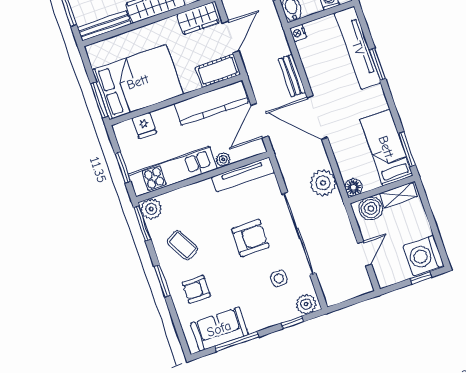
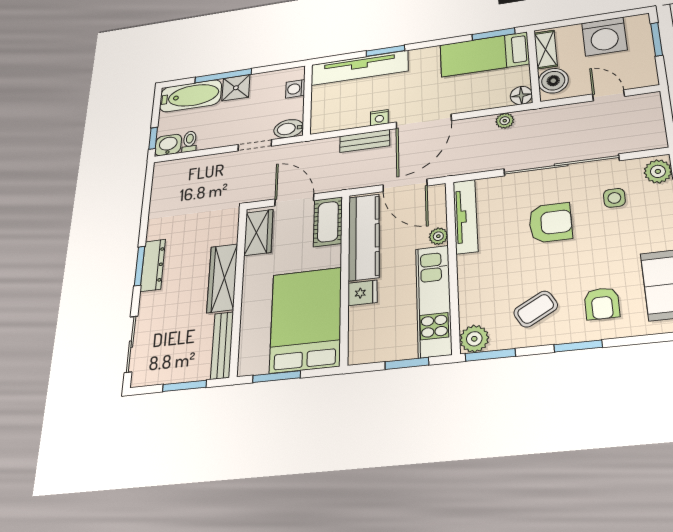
nightstand: (298, 33) -> (379, 118), moved
window: (99, 100) -> (277, 377), moved
fridge: (144, 125) -> (363, 293), moved
plant: (323, 183) -> (505, 121), width x0.53, depth x0.53
armchair: (250, 238) -> (550, 223), turned 90
washing machine: (424, 256) -> (604, 37), moved
window: (421, 278) -> (657, 39), width x1.50

